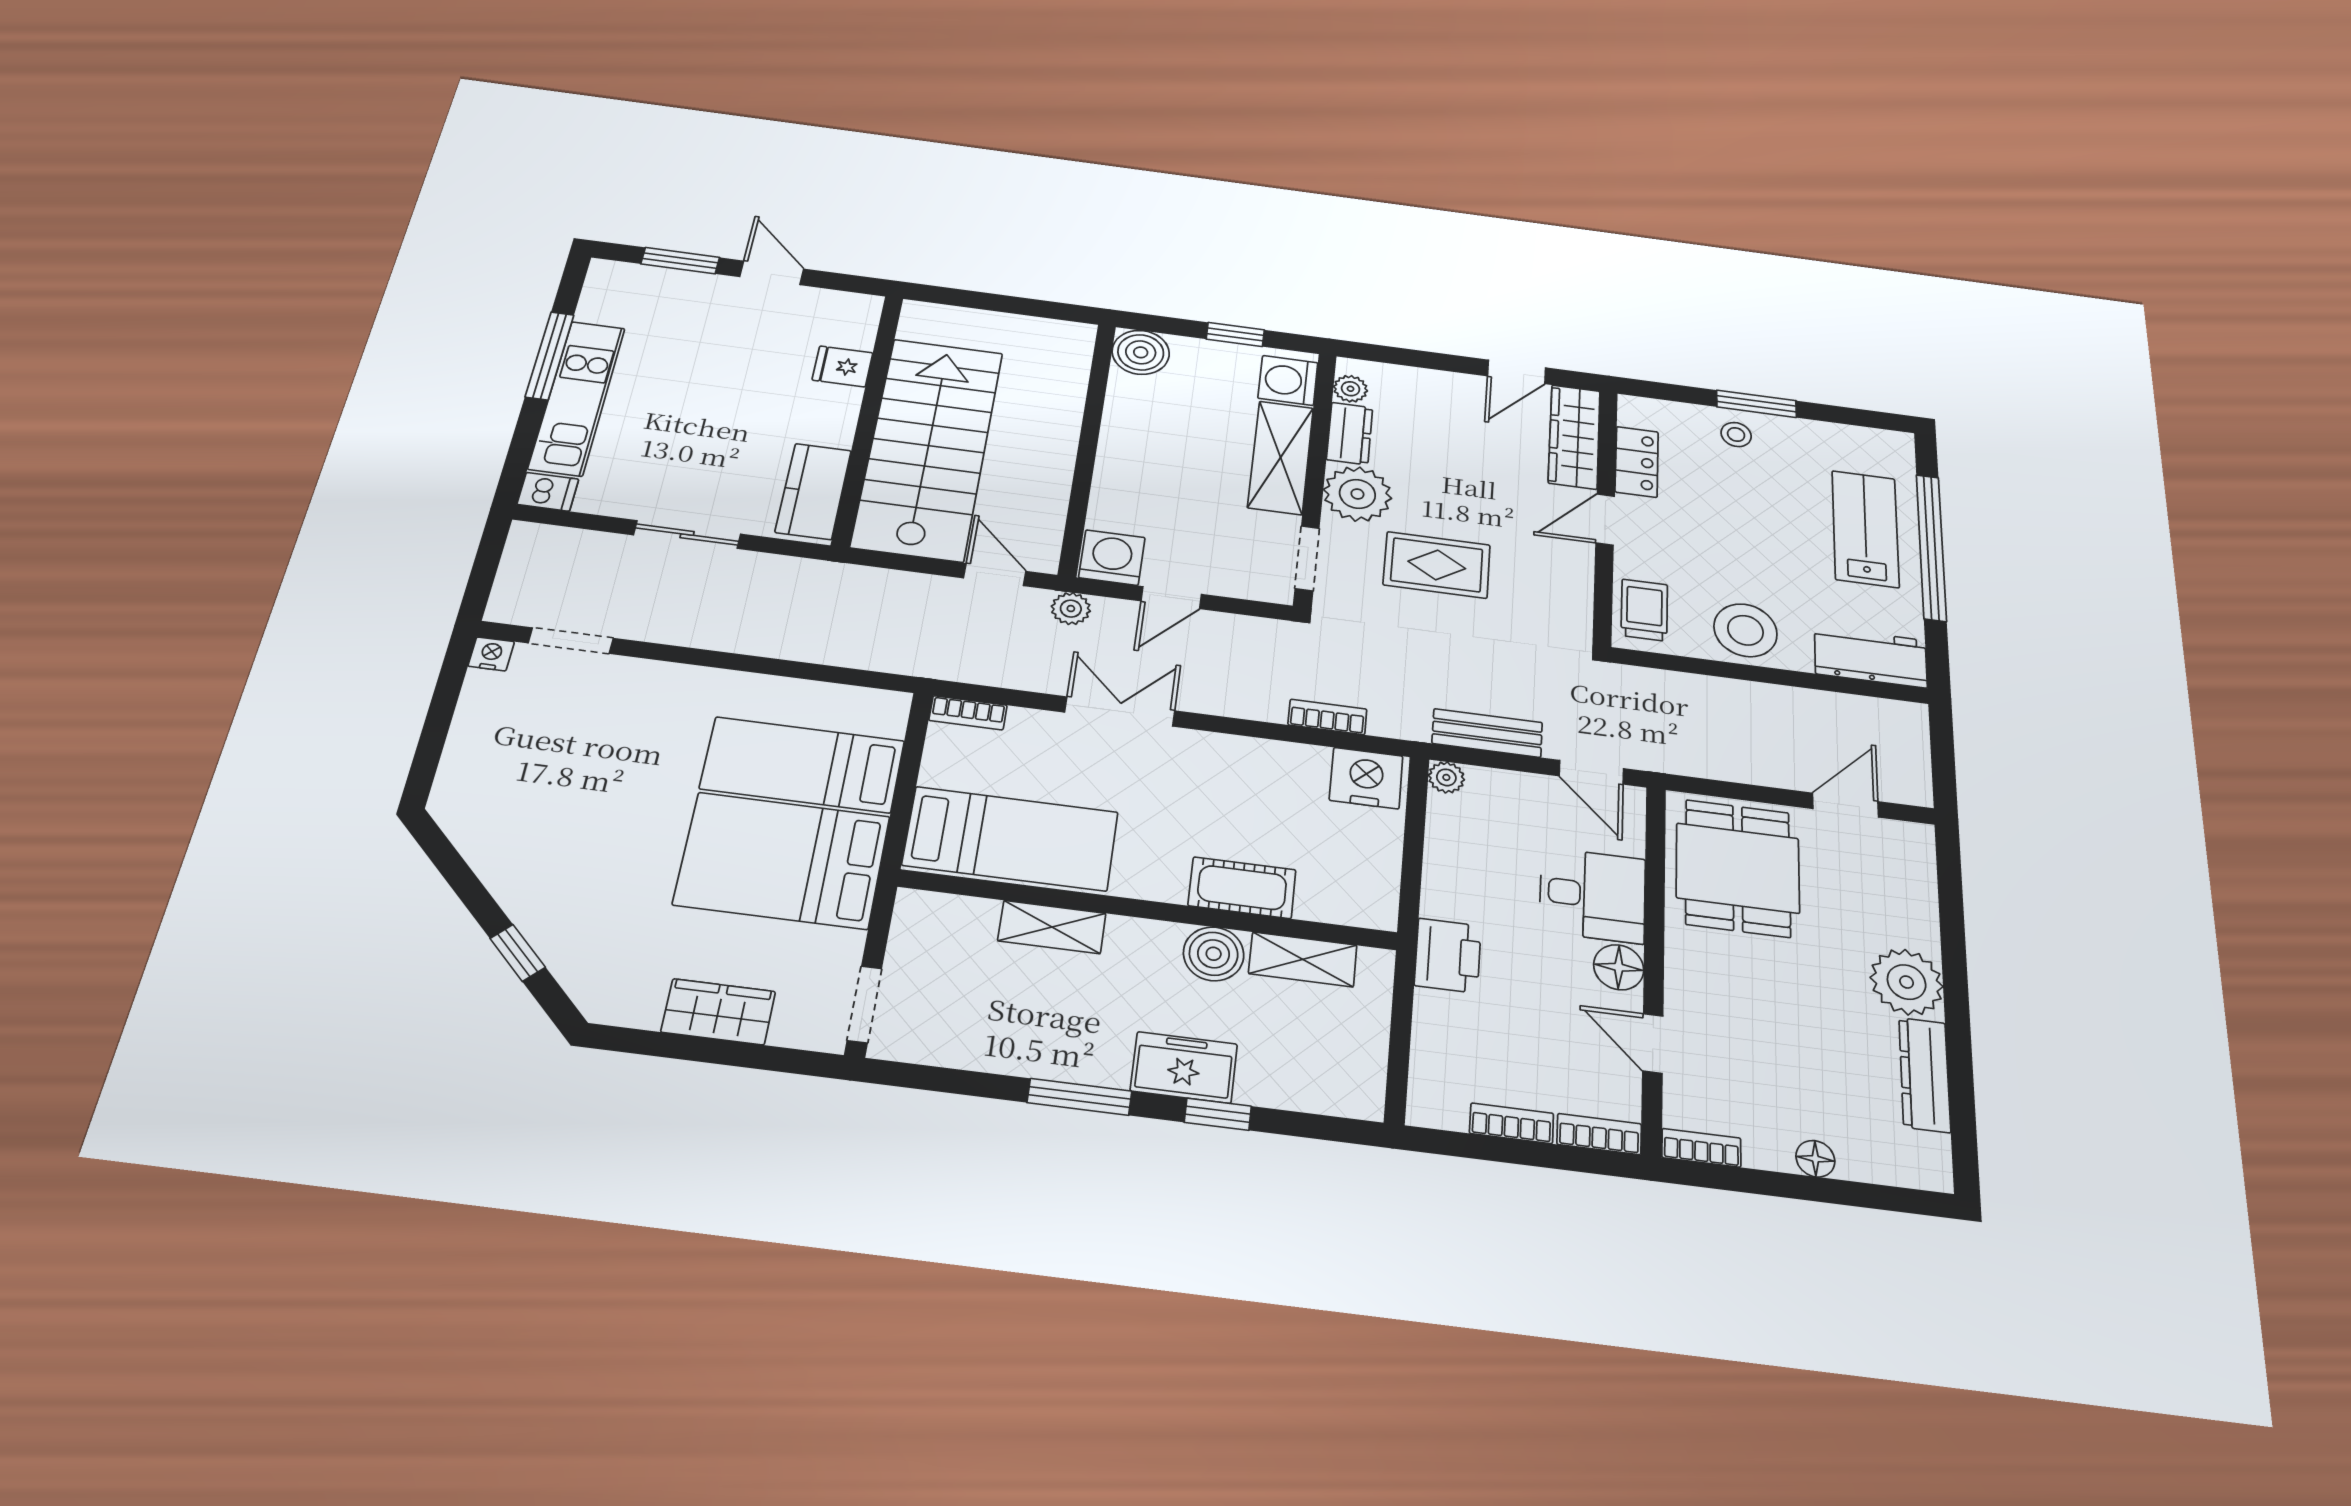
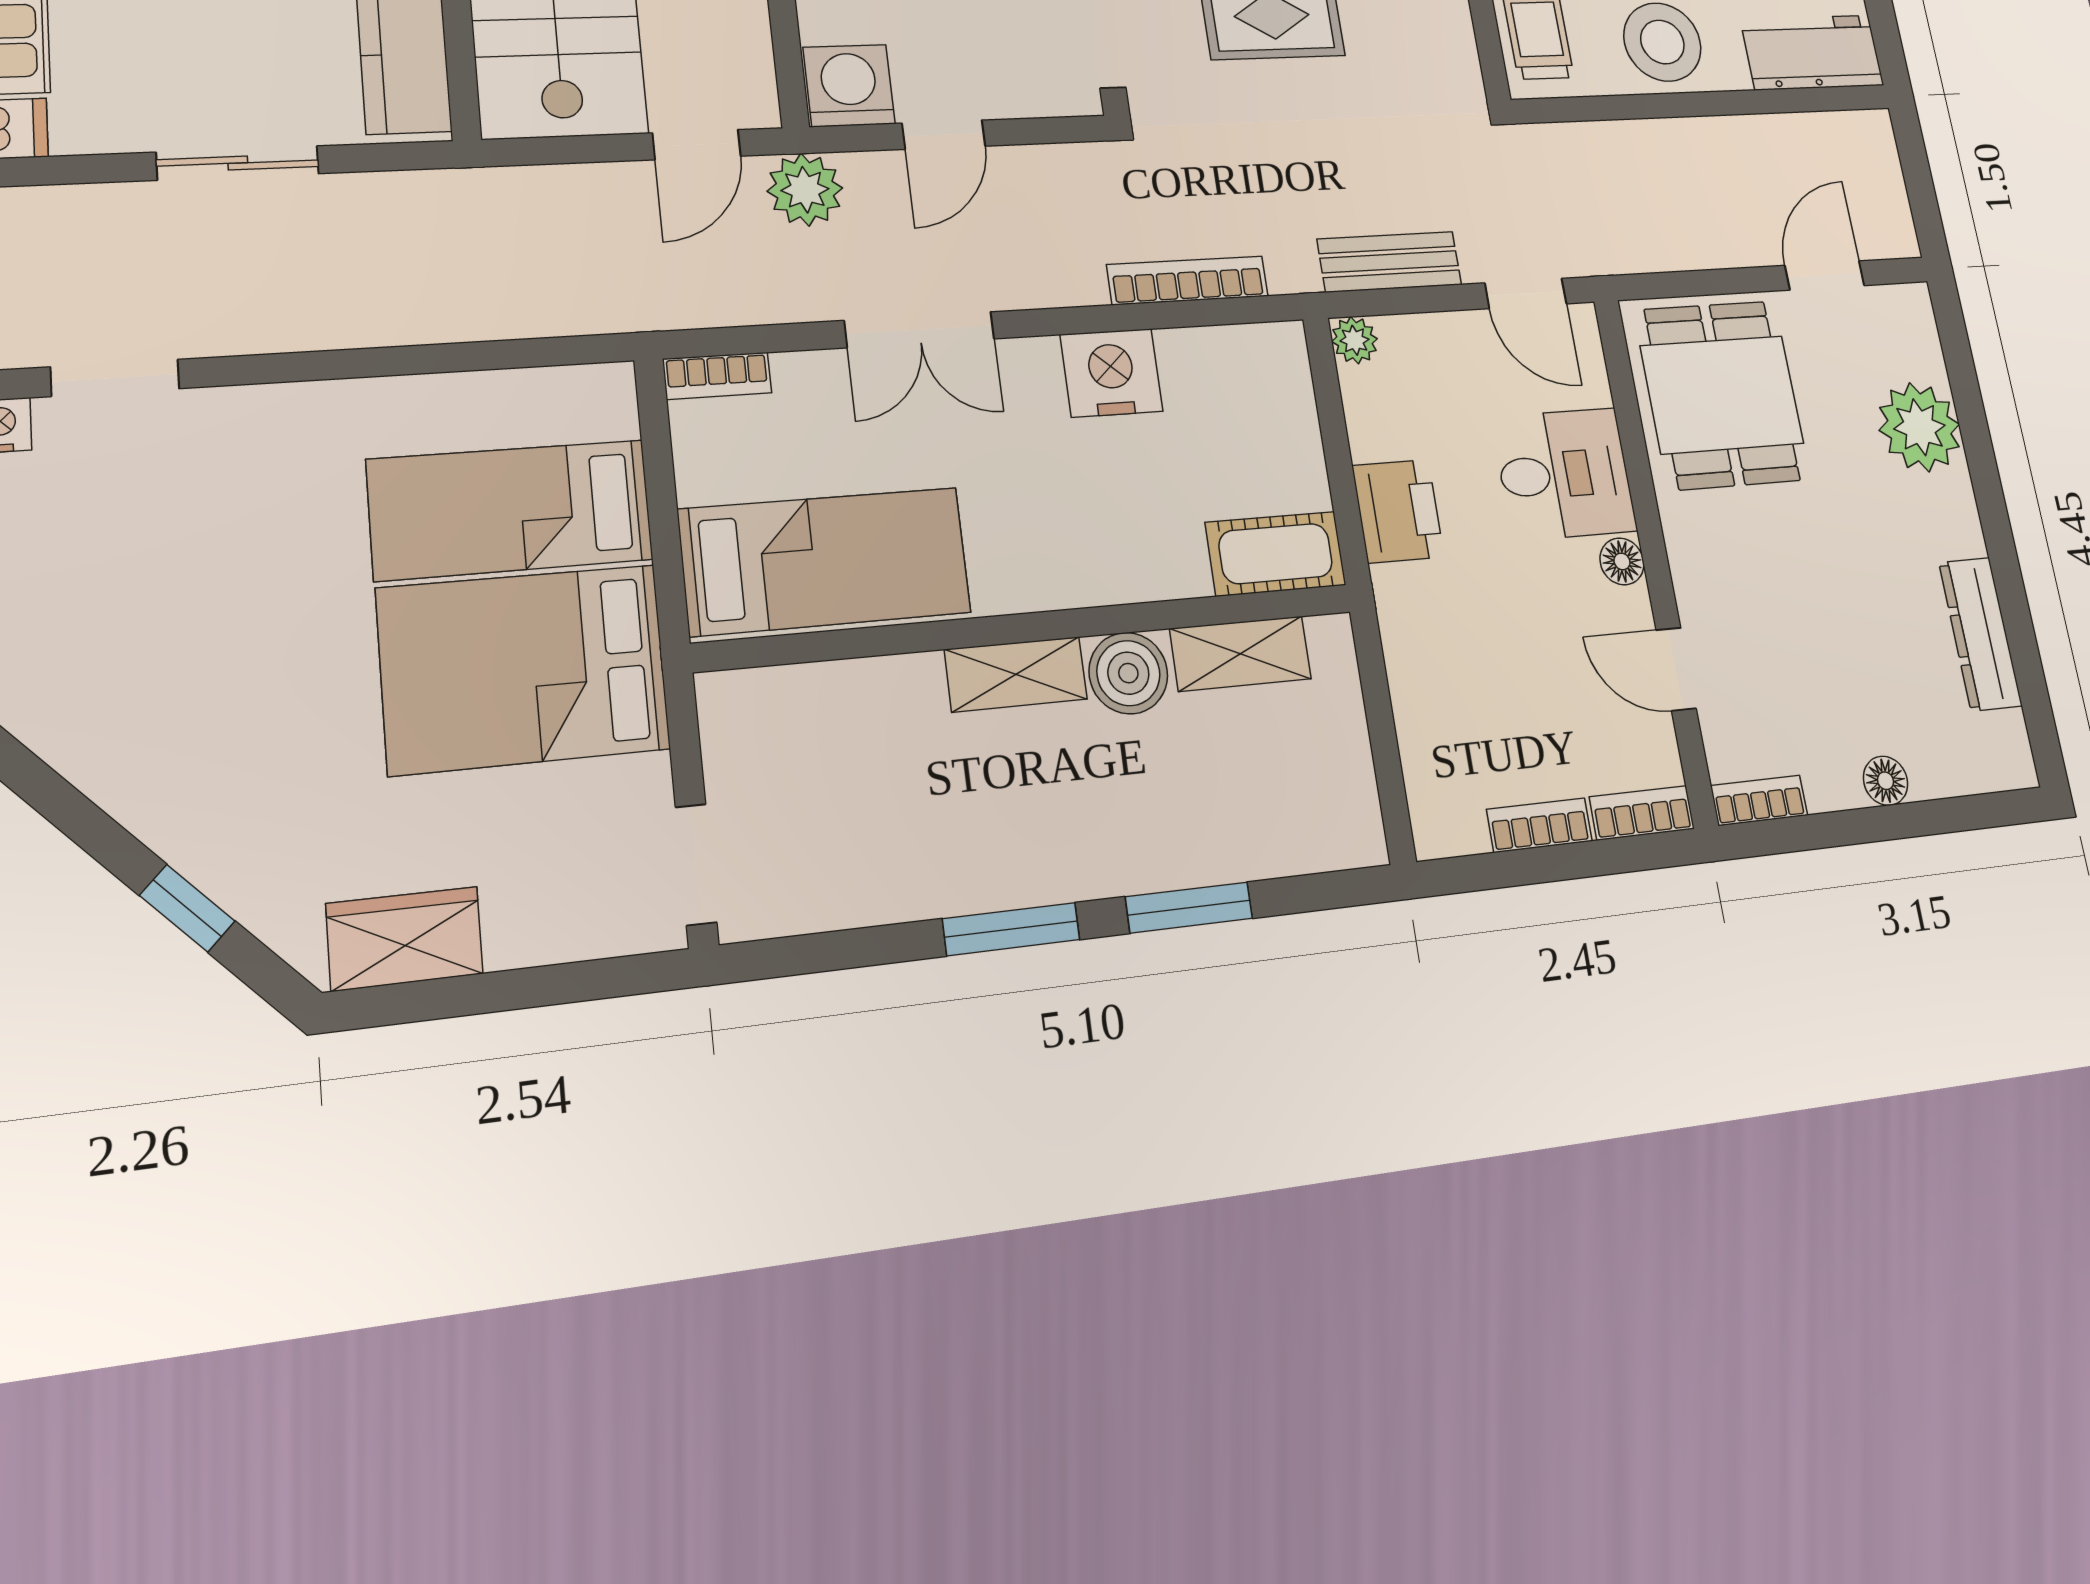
door: (995, 575) -> (697, 145), swing flipped
plant: (1071, 609) -> (805, 190), width x1.38, depth x1.38
double door: (1120, 711) -> (919, 330), swing flipped
bookcase: (1327, 717) -> (1188, 280), width x1.56
nightstand: (1366, 778) -> (1111, 373), moved
cot: (1242, 888) -> (1276, 554), moved
shelving: (1052, 927) -> (1016, 674), moved
printer: (1448, 956) -> (1398, 511), moved
floor lamp: (1619, 967) -> (1622, 561), width x0.73, depth x0.73
plant: (1907, 982) -> (1919, 427), moved
wardrobe: (718, 1012) -> (405, 939), moved
freezer: (1184, 1067) -> (1131, 851), removed
window: (1218, 1114) -> (1189, 908), width x1.50

